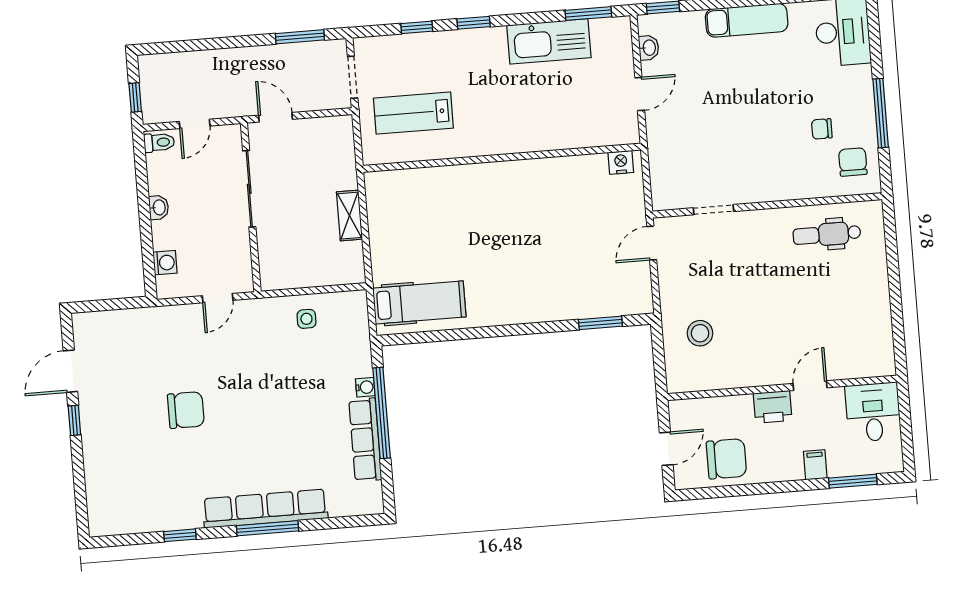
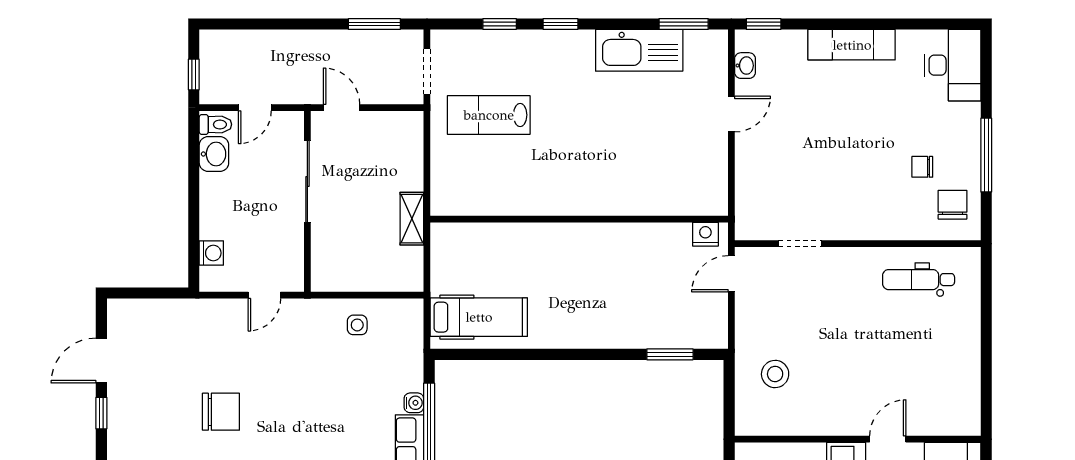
wall: (502, 158) -> (579, 219), moved
nightstand: (621, 162) -> (705, 234), moved
washbasin: (159, 207) -> (214, 154), moved, width x1.38, depth x1.45

